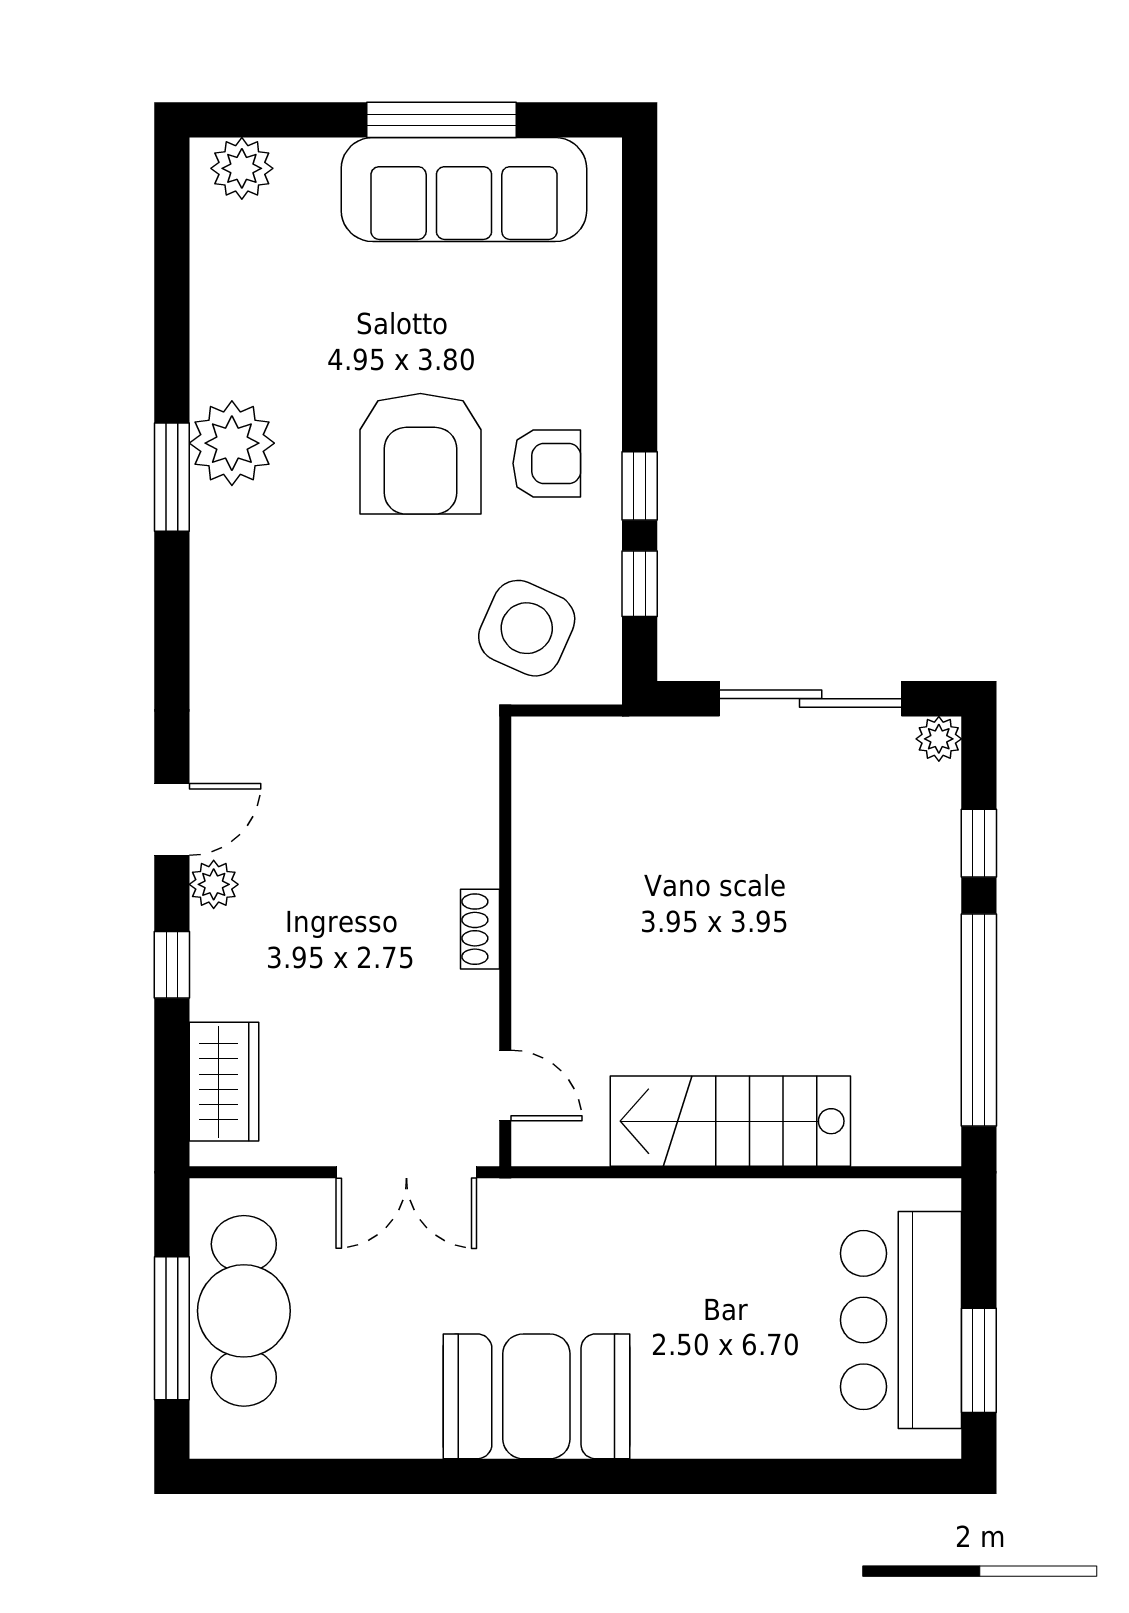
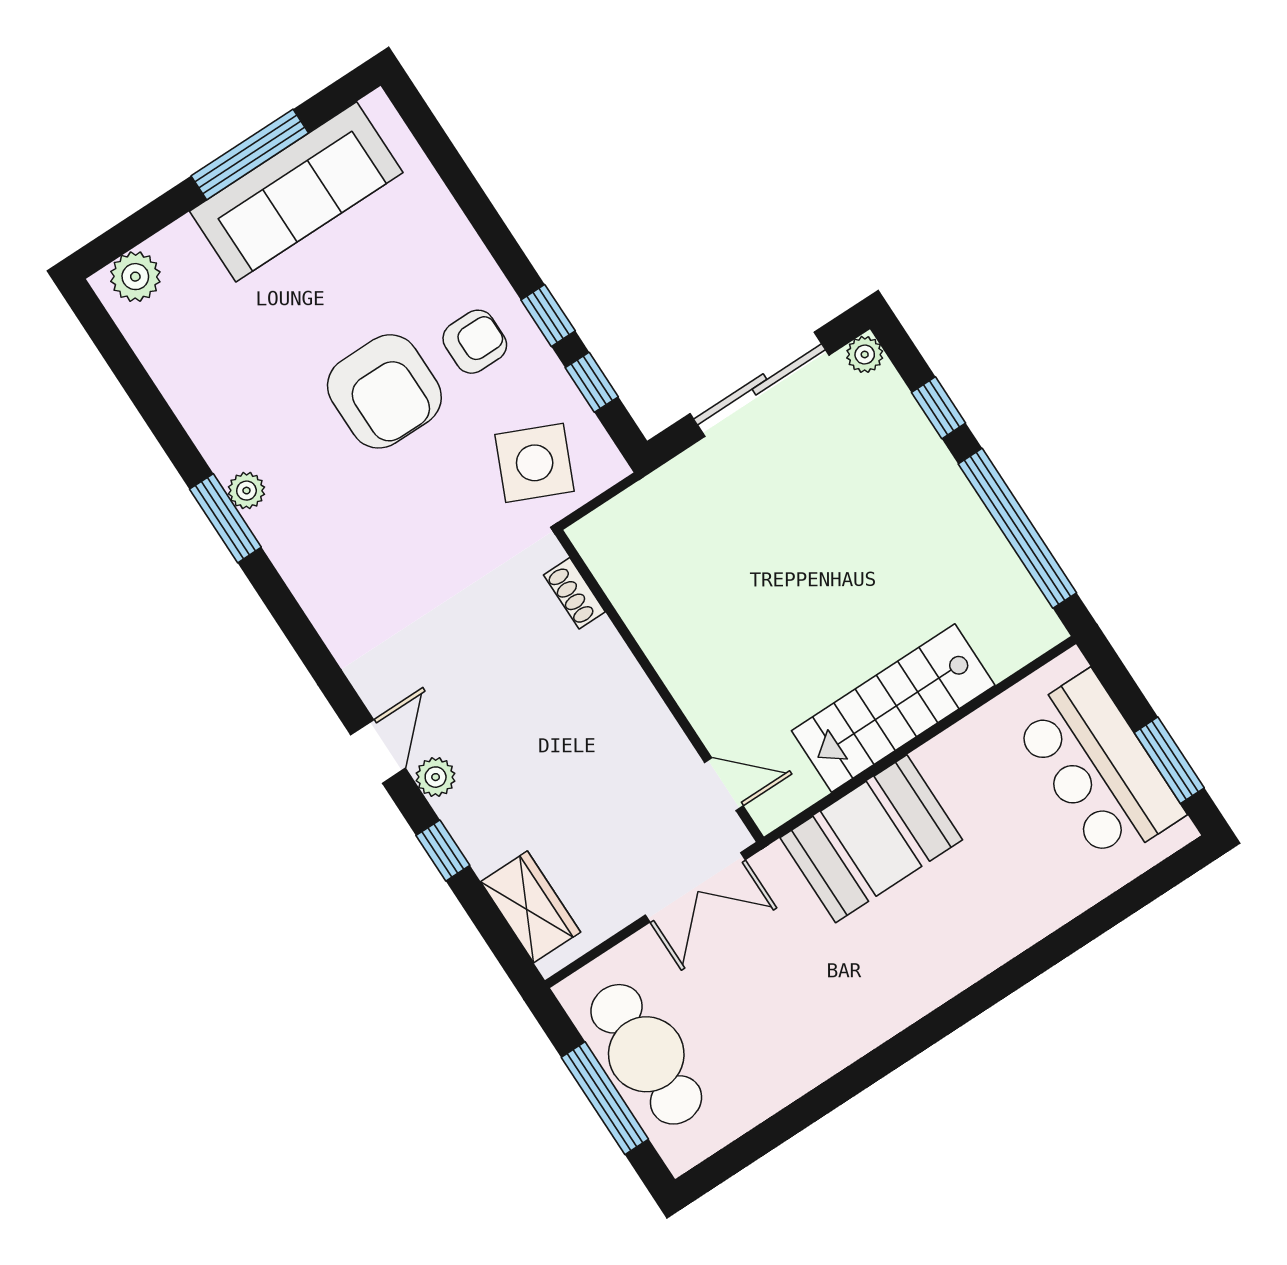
plant: (232, 443) -> (246, 491), width x0.53, depth x0.53
shoe rack: (480, 929) -> (574, 593), moved
booth: (536, 1396) -> (871, 839), moved

